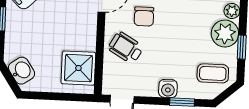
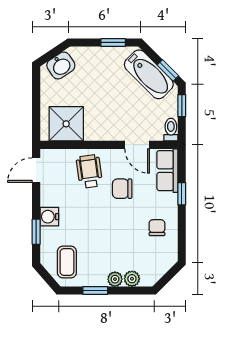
plant: (225, 34) -> (115, 279), width x0.53, depth x0.53
wheelchair: (126, 48) -> (89, 171), turned -38

